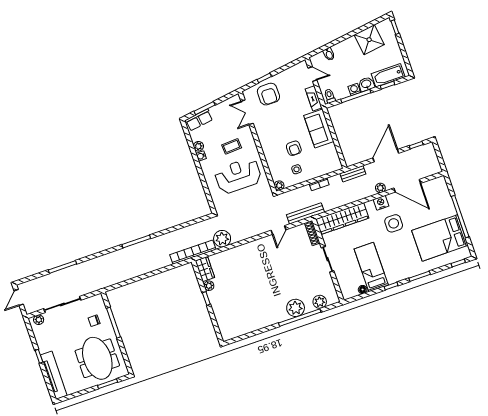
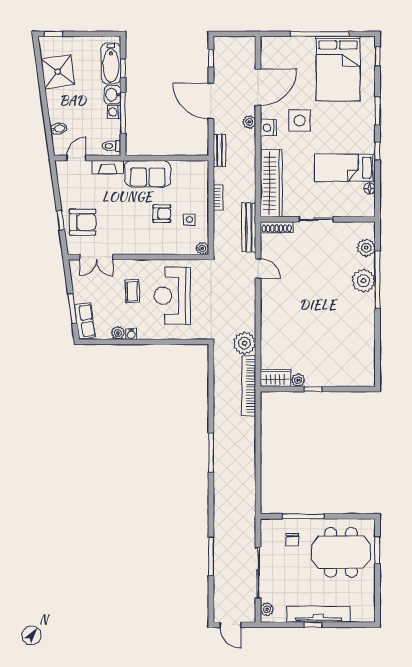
tv unit: (54, 375) -> (319, 614), moved

